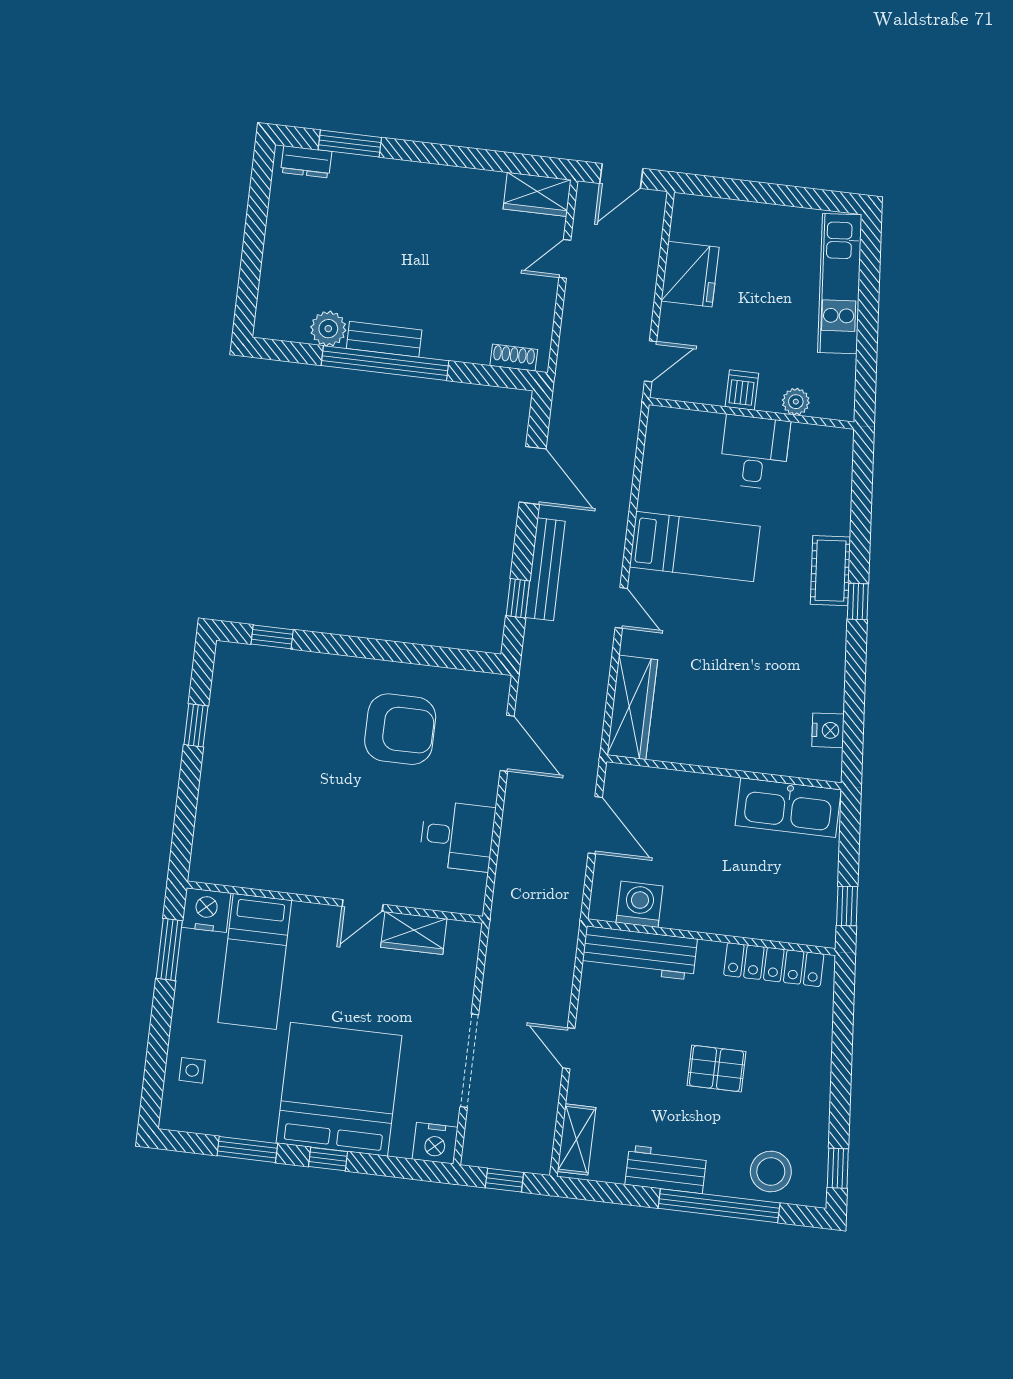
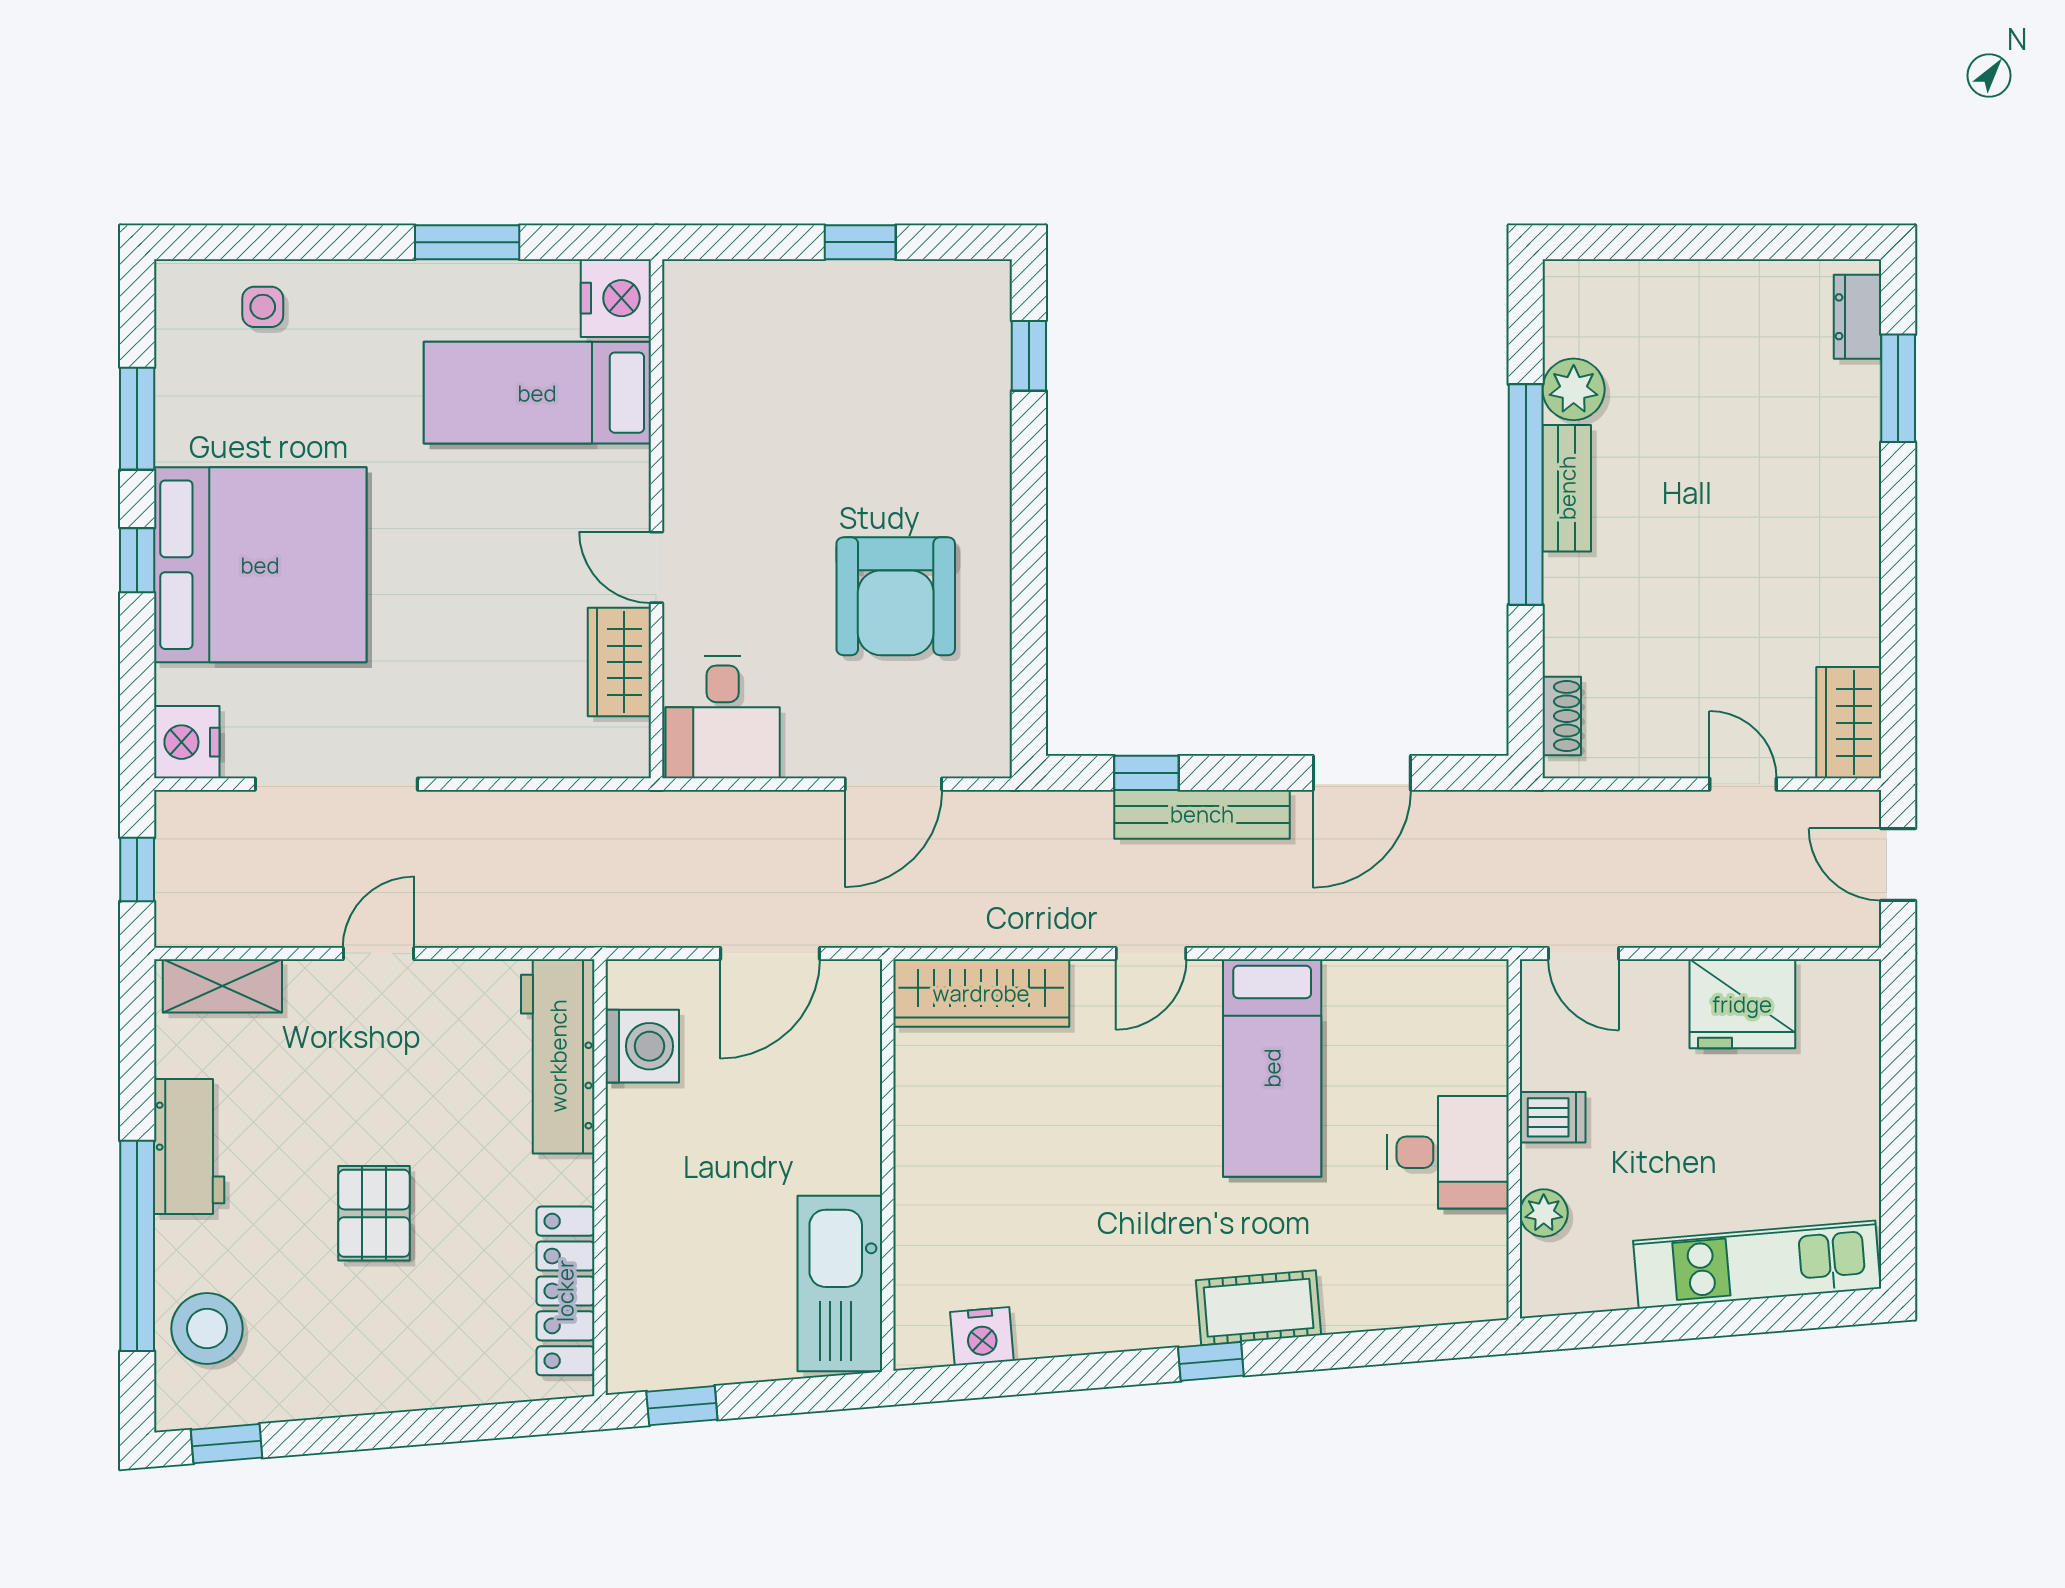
wall: (335, 902) -> (656, 519), moved
door: (363, 905) -> (656, 567), moved
nightstand: (206, 910) -> (616, 298), moved
wardrobe: (414, 933) -> (619, 662), moved
bed: (255, 961) -> (537, 393), moved

